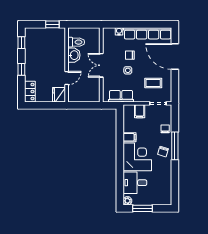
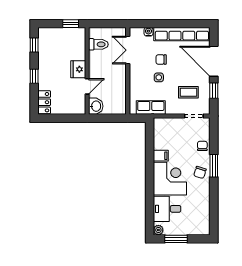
washbasin: (74, 55) -> (96, 106), moved
double door: (101, 65) -> (128, 50), moved
window: (175, 82) -> (214, 91), added
fridge: (59, 95) -> (78, 69), moved
filing cabinet: (140, 111) -> (172, 125), removed
window: (175, 146) -> (214, 166), width x0.69

